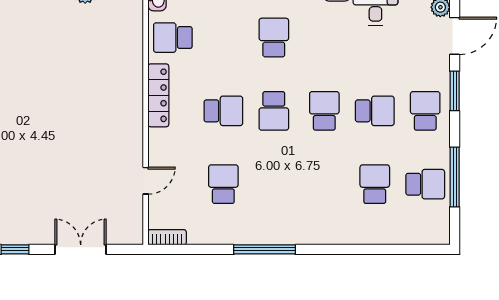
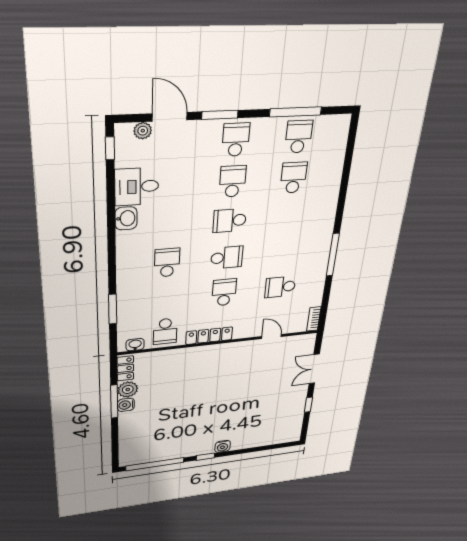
school desk: (274, 38) -> (167, 263), turned 90
school desk: (425, 111) -> (236, 140), turned 90
school desk: (375, 184) -> (294, 178), turned 90

